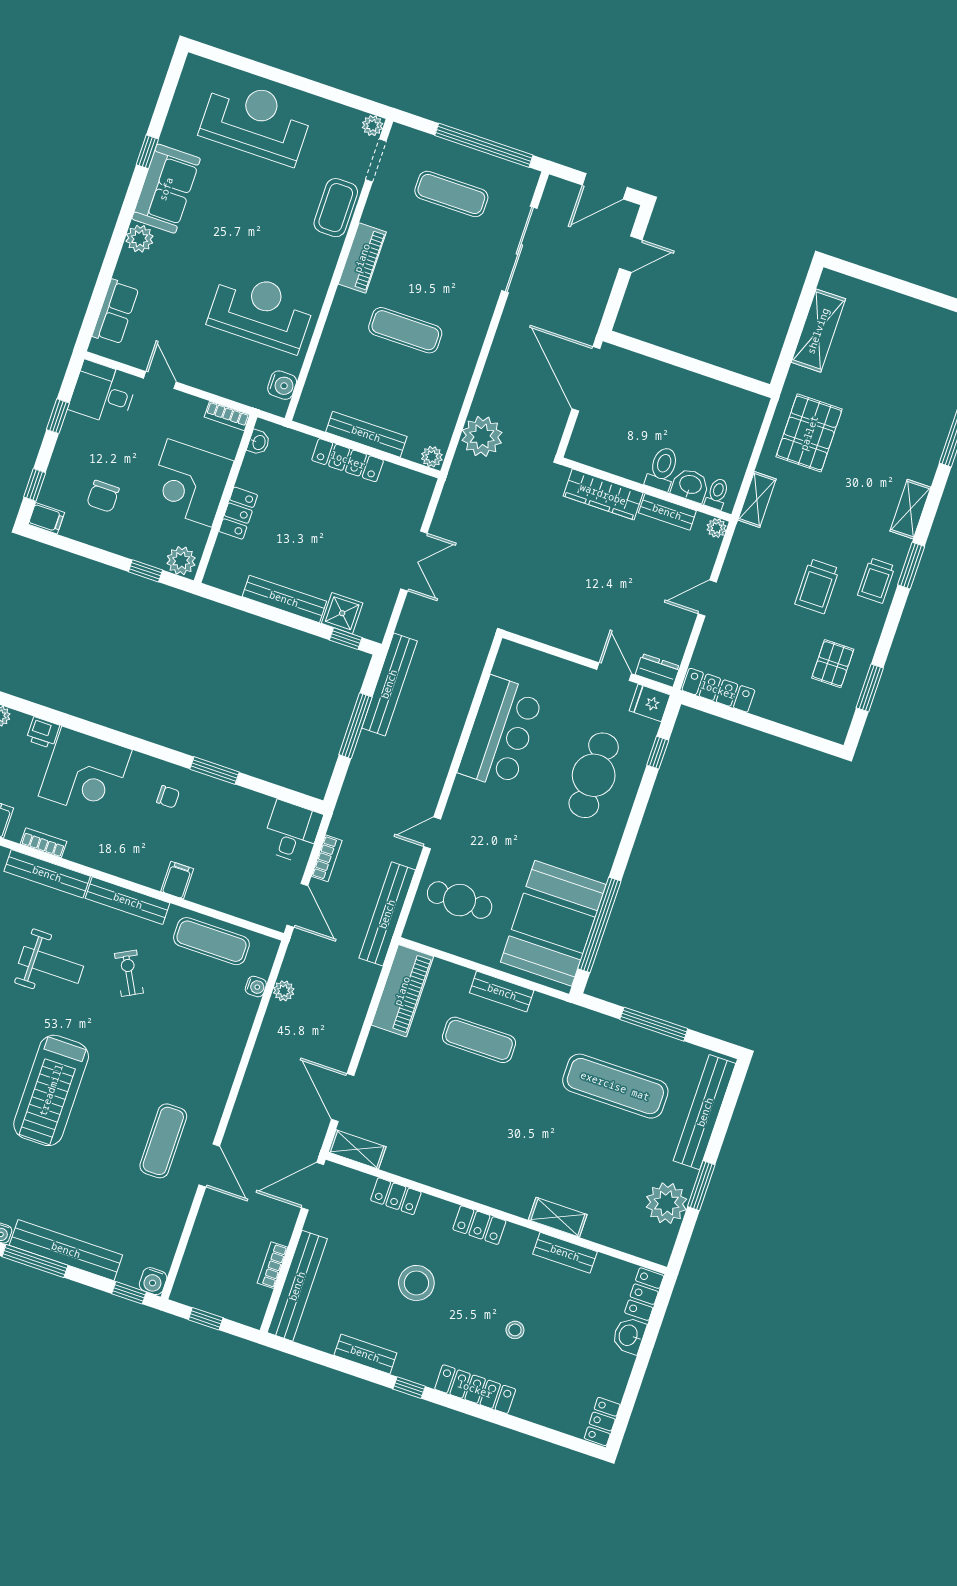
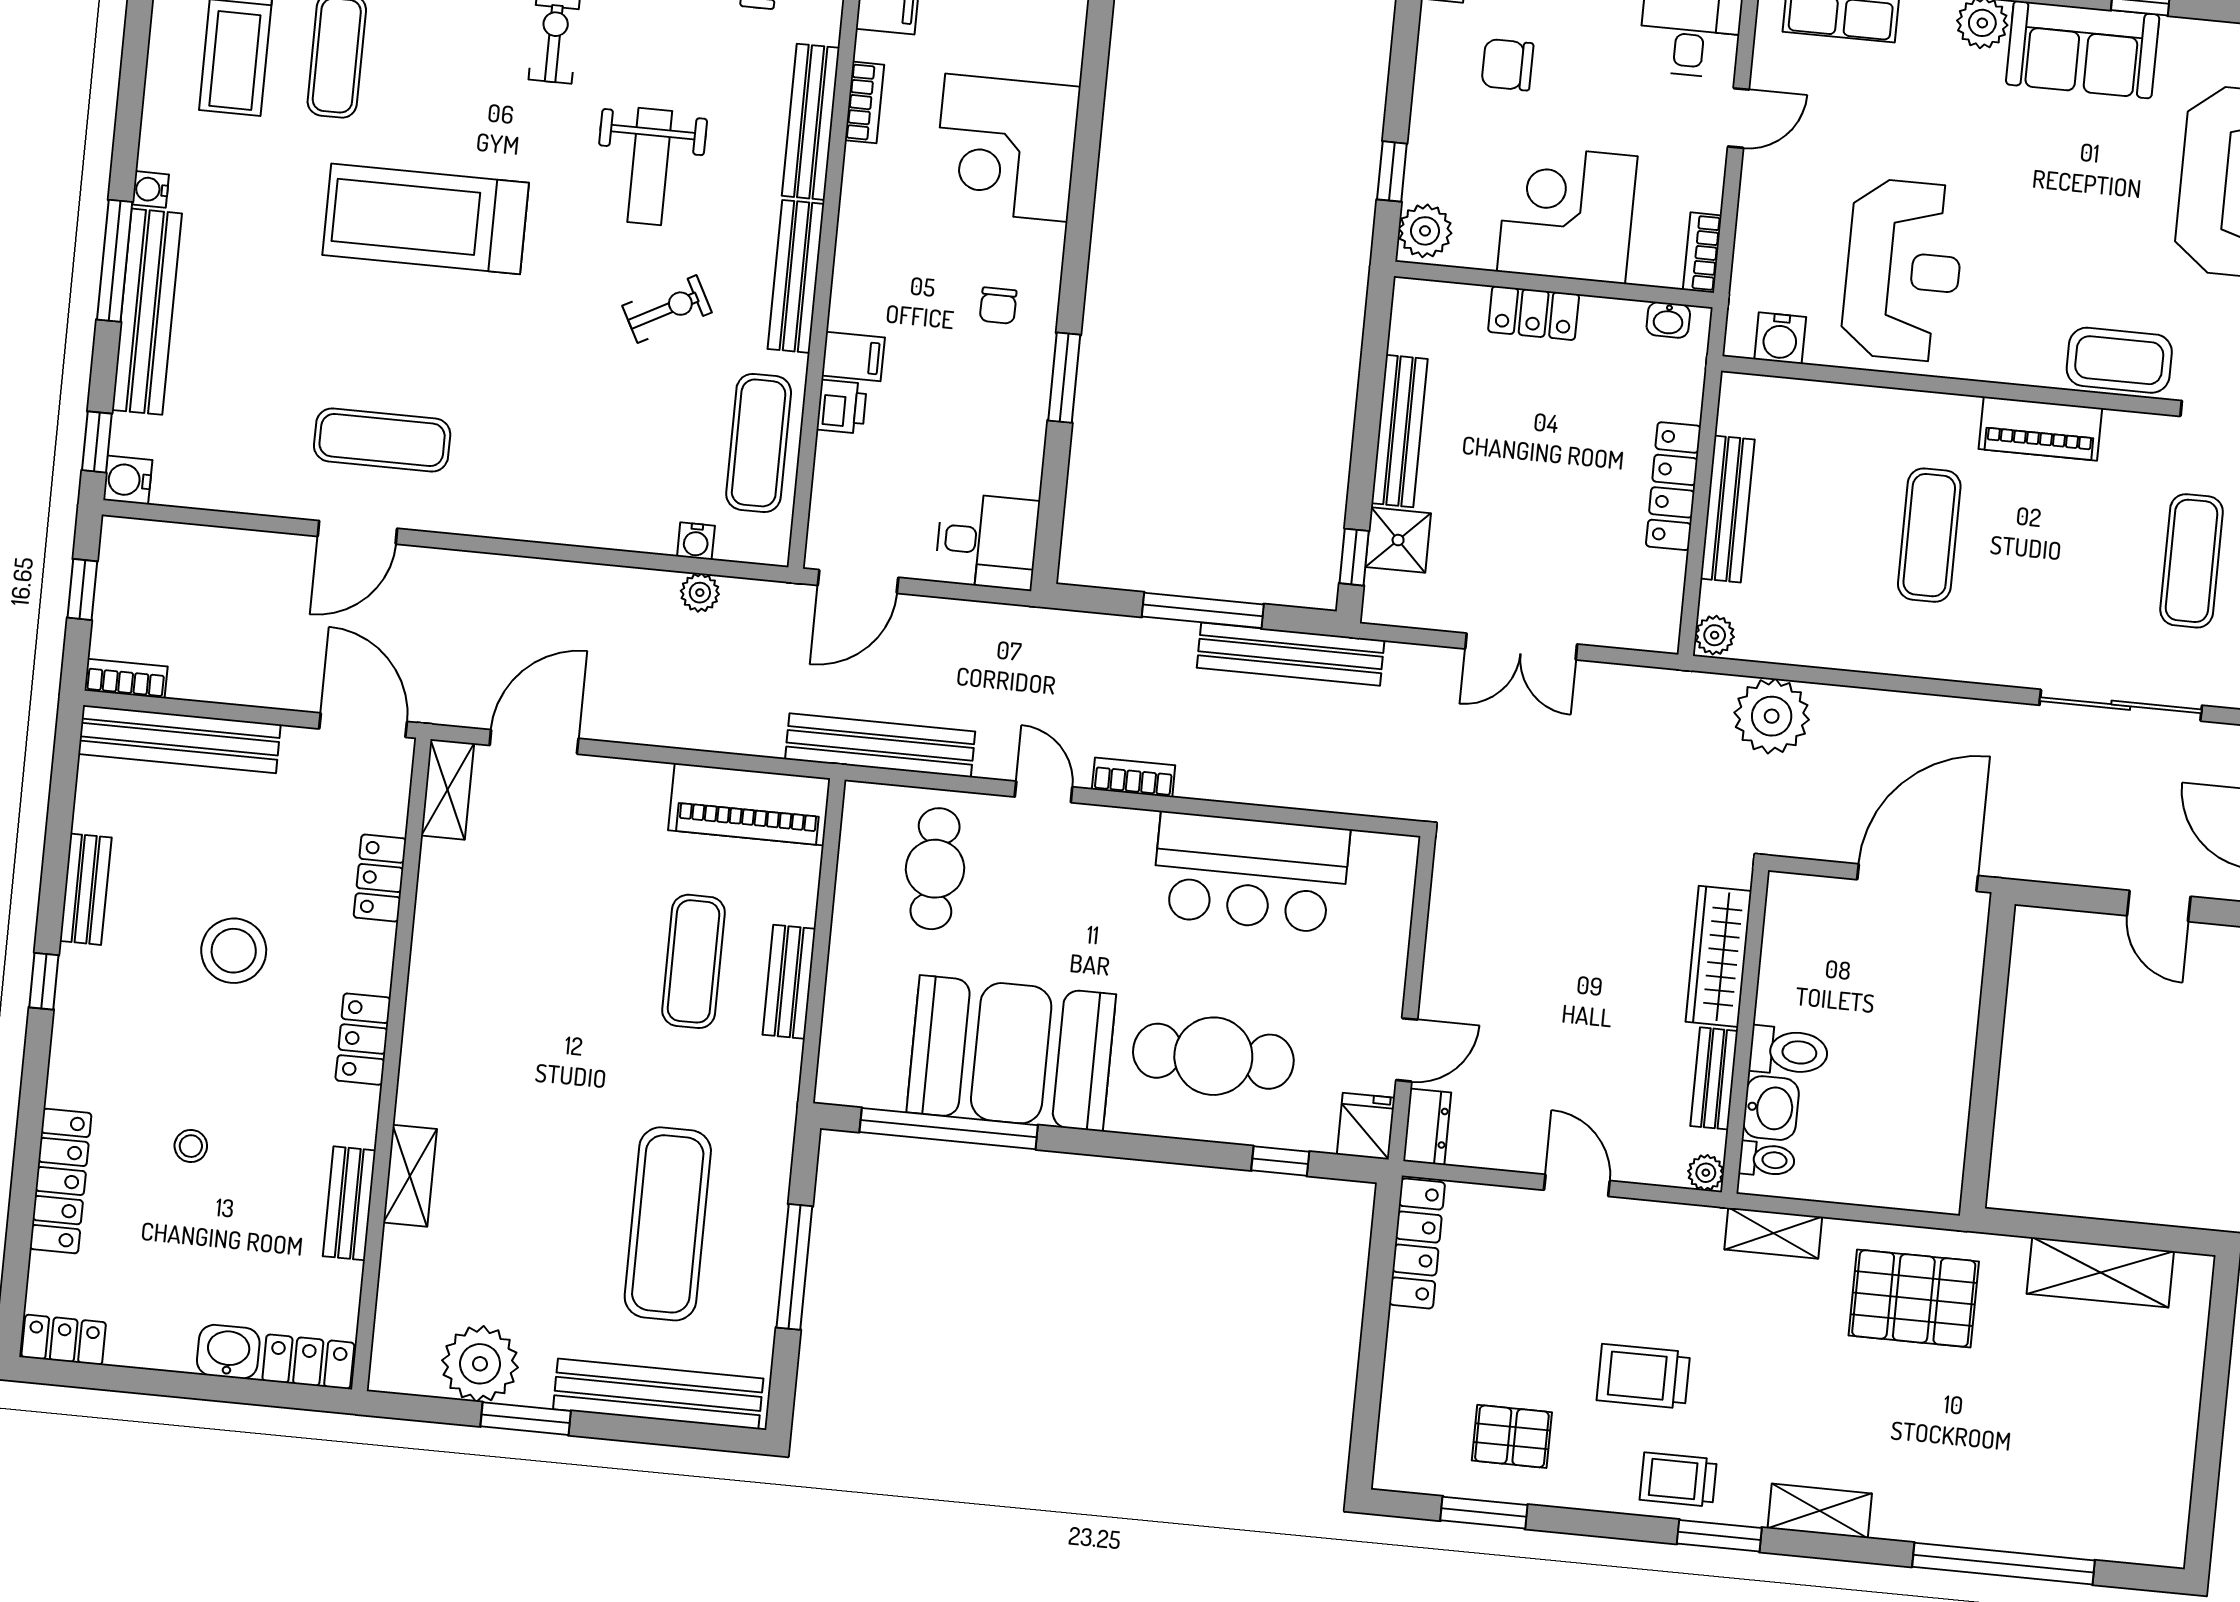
printer: (43, 733) -> (842, 407), moved, turned 180
bookcase: (327, 858) -> (1134, 777), moved, turned 180
booth: (553, 923) -> (1011, 1053), moved
bookcase: (272, 1265) -> (126, 679), moved
locker: (475, 1389) -> (61, 1181), moved

